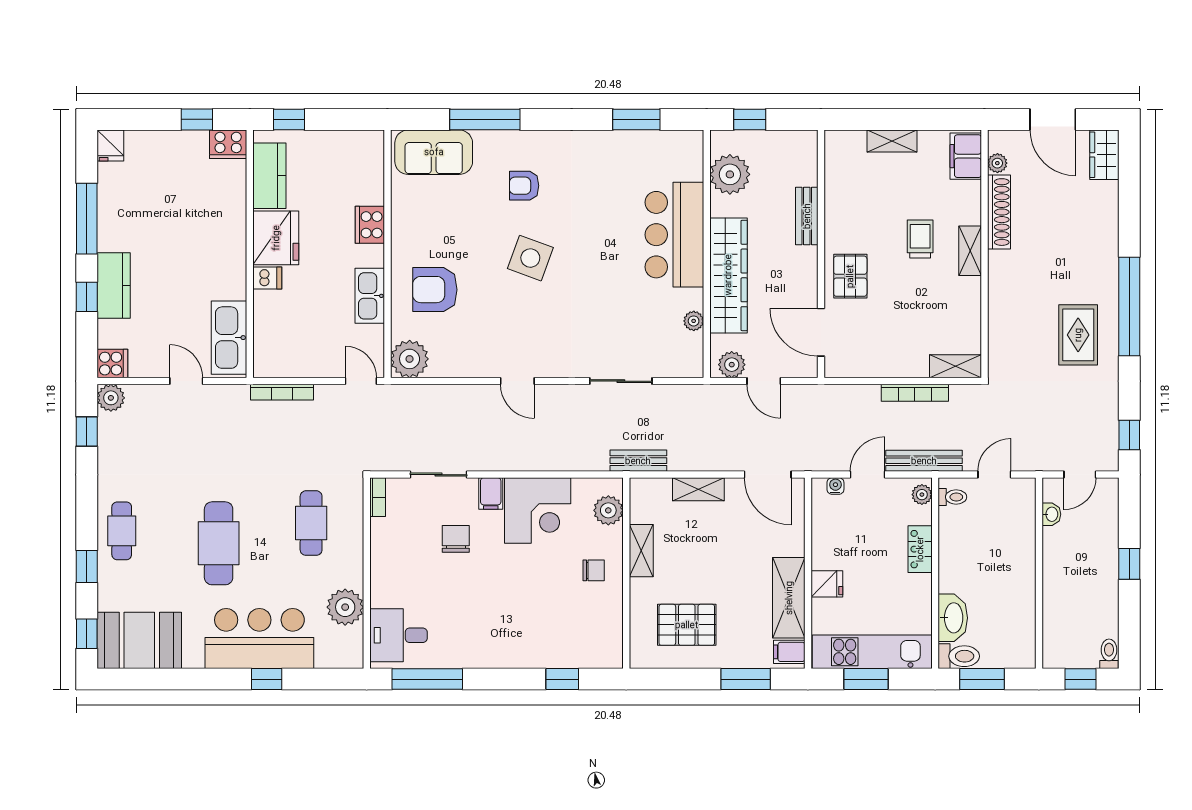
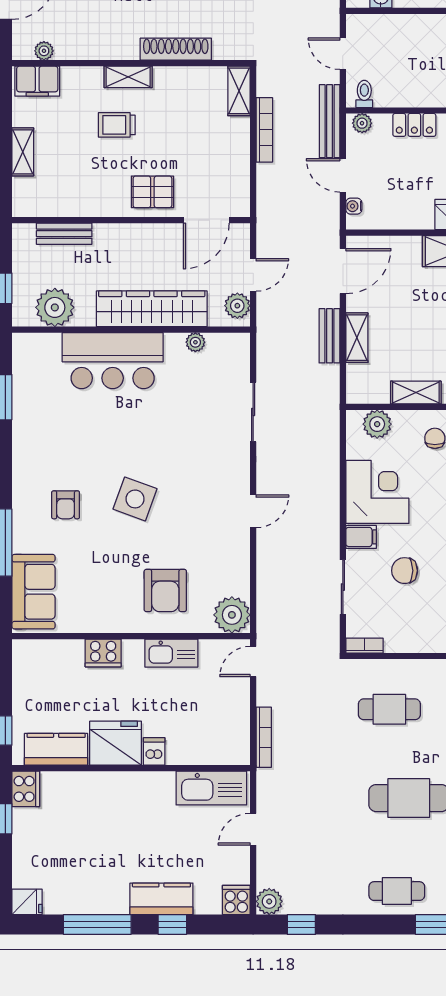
shoe rack: (999, 212) -> (176, 49), moved
bench: (807, 216) -> (64, 234), moved
bench: (638, 461) -> (329, 336), moved

